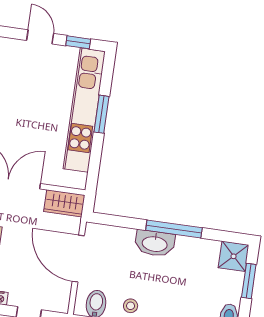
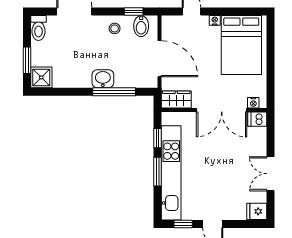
window: (95, 157) -> (158, 138), added
window: (174, 229) -> (114, 92), moved
washbasin: (155, 243) -> (103, 79), width x0.72

